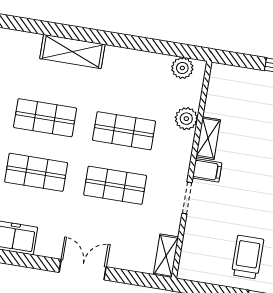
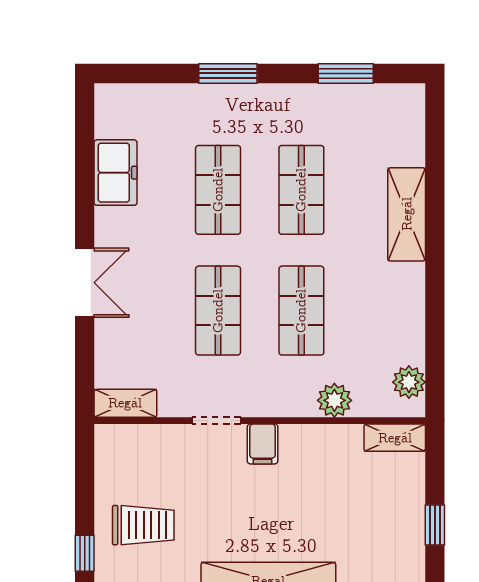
shelving: (208, 138) -> (395, 438), moved

